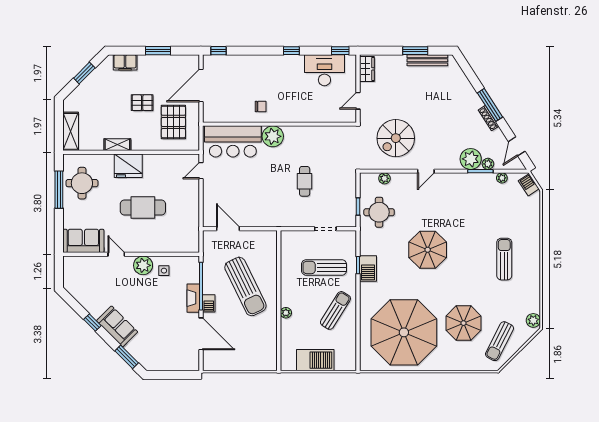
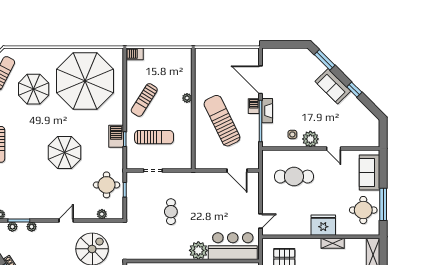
plant: (471, 159) -> (32, 227), width x0.53, depth x0.53
cafe table: (143, 208) -> (294, 177), moved
sofa: (83, 241) -> (370, 172), moved, turned 90
barbecue: (315, 360) -> (135, 54), moved, width x0.53, depth x0.65

